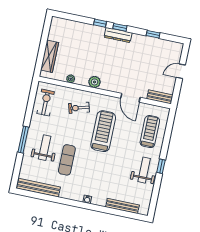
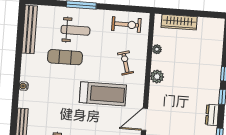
dresser: (118, 35) -> (212, 115), moved, width x0.70

